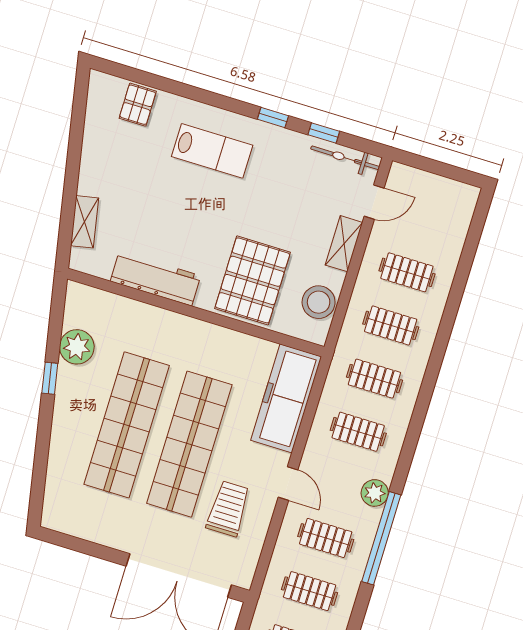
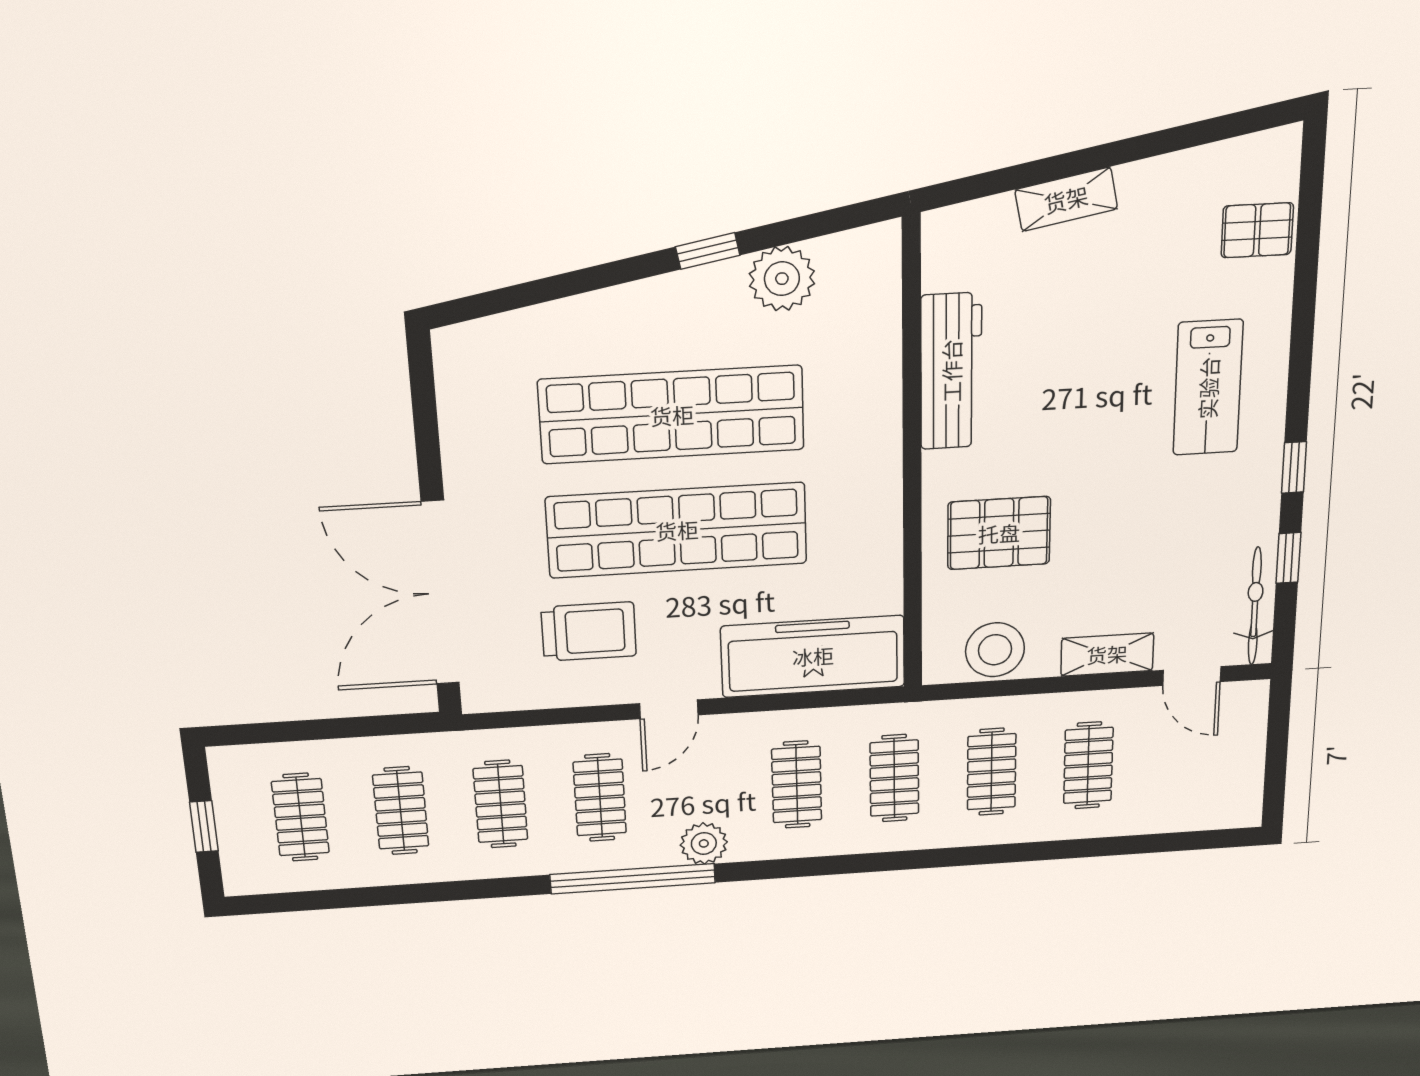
shelving: (85, 222) -> (1066, 199), moved
pallet: (253, 280) -> (999, 533), width x0.73, depth x0.71

